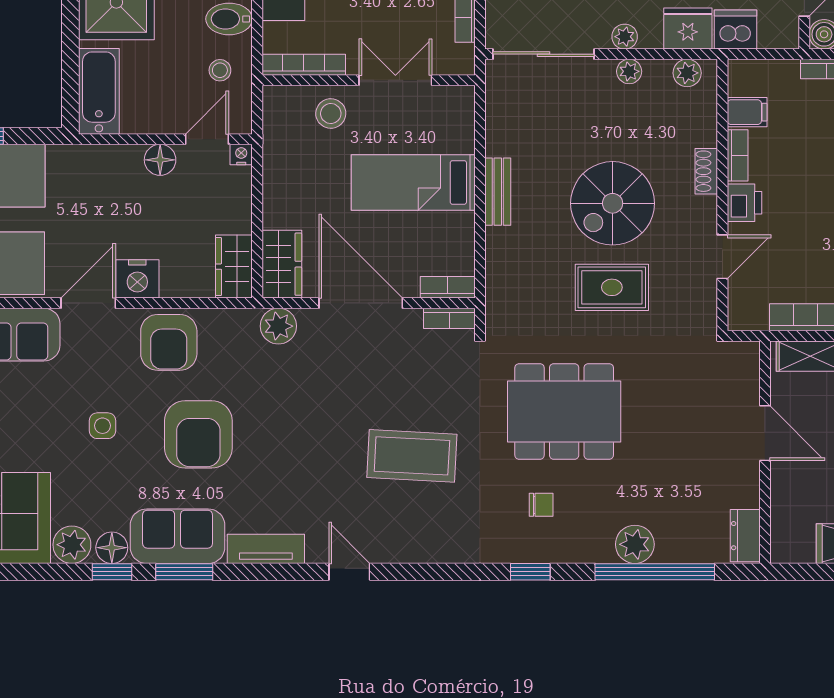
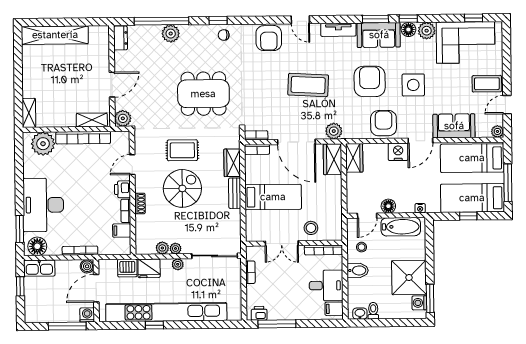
plant: (687, 73) -> (162, 248), moved
bathtub: (99, 91) -> (401, 227), moved, turned -90
nightstand: (241, 155) -> (420, 208), moved
wardrobe: (503, 259) -> (232, 163), added
plant: (742, 359) -> (123, 118), added
side table: (102, 426) -> (413, 85), width x1.87, depth x1.87
door: (765, 433) -> (112, 85), swing flipped
coffee table: (412, 456) -> (308, 85), moved
chair: (541, 505) -> (224, 35), moved
armchair: (419, 532) -> (269, 38), added

